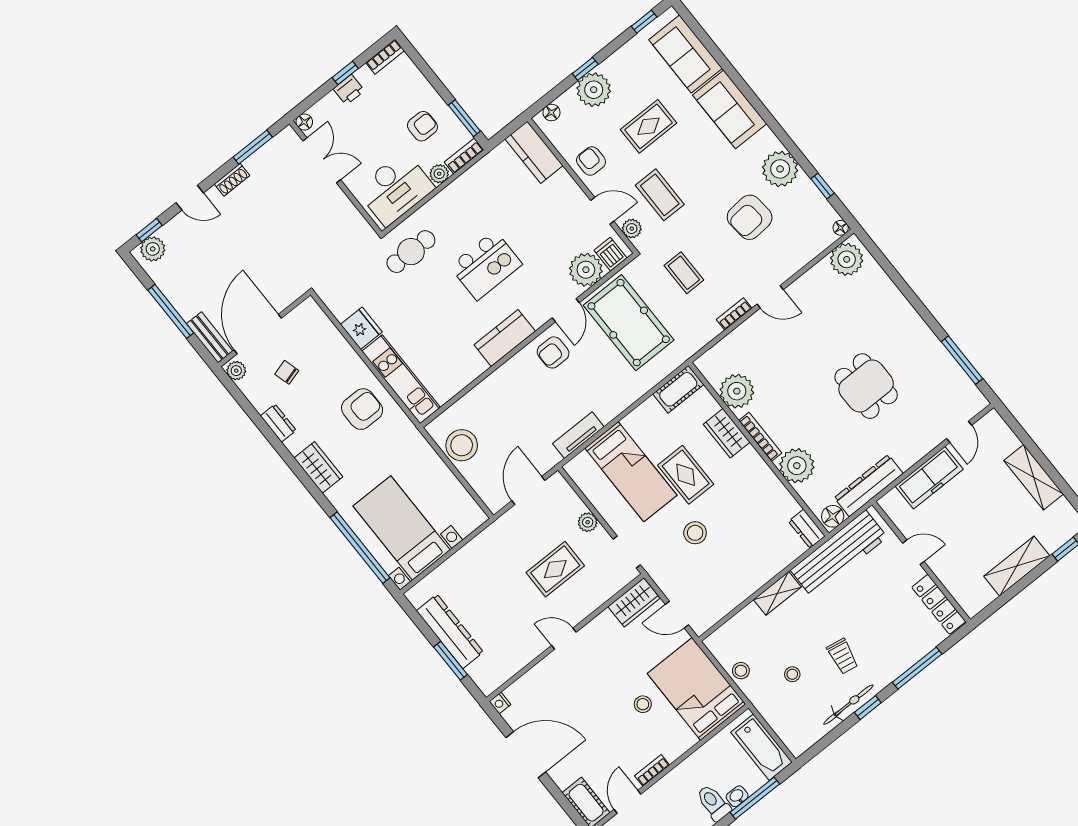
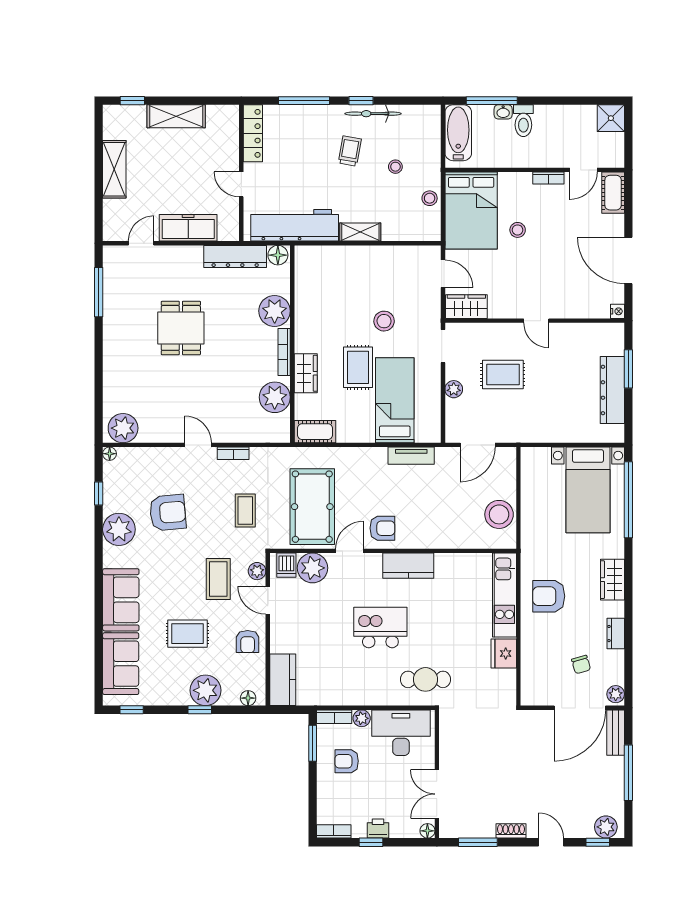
dresser: (807, 529) -> (303, 261), removed

